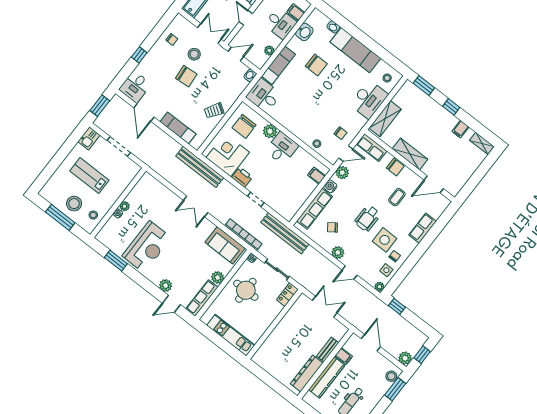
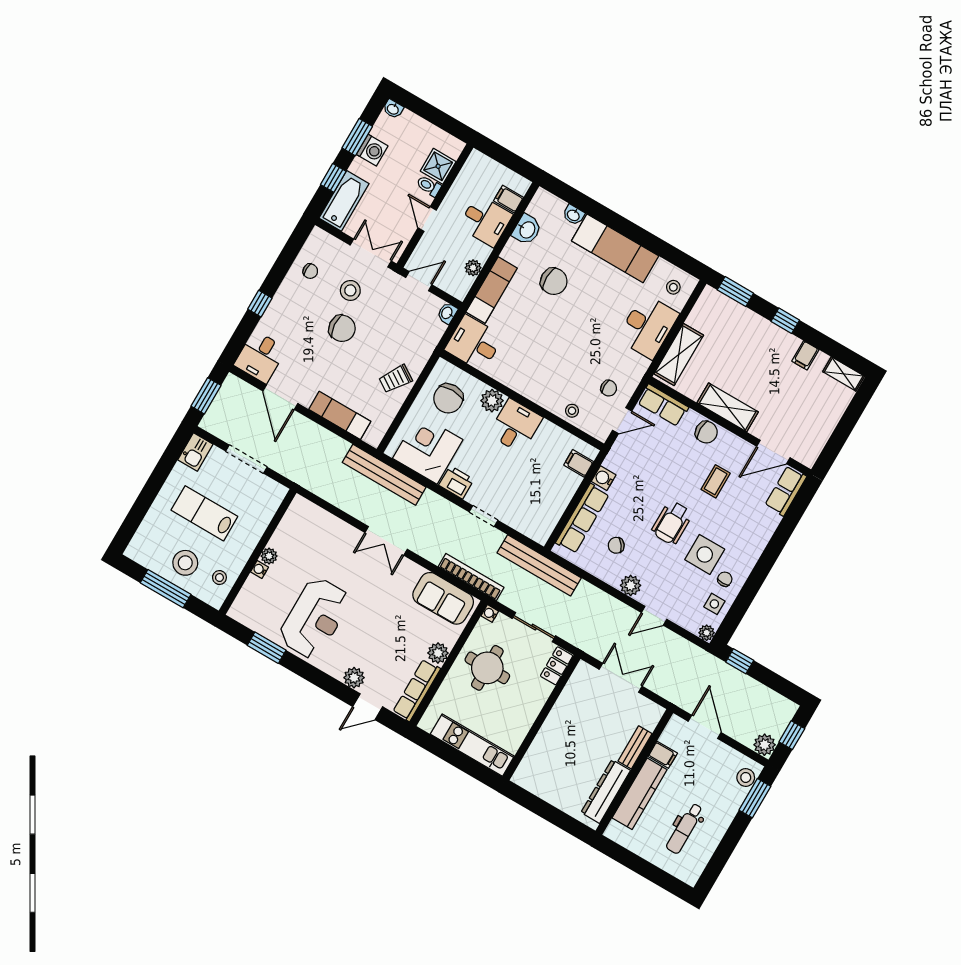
plant: (342, 173) -> (620, 453), removed
row of seats: (423, 228) -> (786, 491), moved

